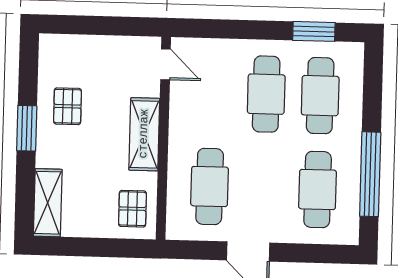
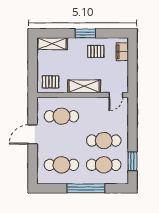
filing cabinet: (70, 47) -> (122, 52), added
window: (370, 174) -> (86, 188), moved

